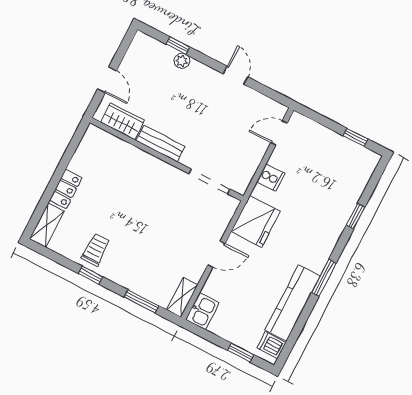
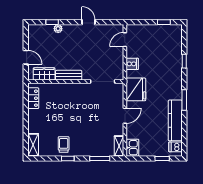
locker: (66, 189) -> (33, 98), moved

